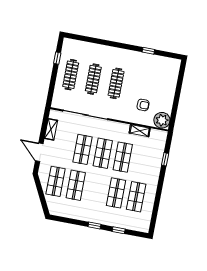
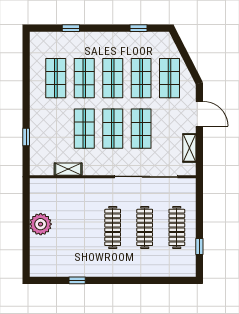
armchair: (143, 105) -> (70, 205), removed
plant: (162, 120) -> (41, 224), moved
shop shelf: (96, 189) -> (113, 78), added
window: (94, 226) -> (139, 28), moved

